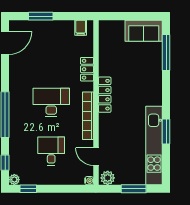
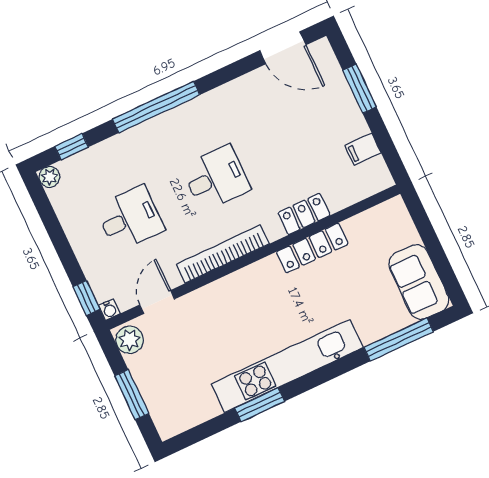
filing cabinet: (81, 28) -> (363, 149), moved
locker: (105, 95) -> (312, 248), moved
desk: (51, 102) -> (216, 178), width x0.73
kitchen unit: (154, 145) -> (287, 366), moved
window: (28, 189) -> (86, 298), moved

